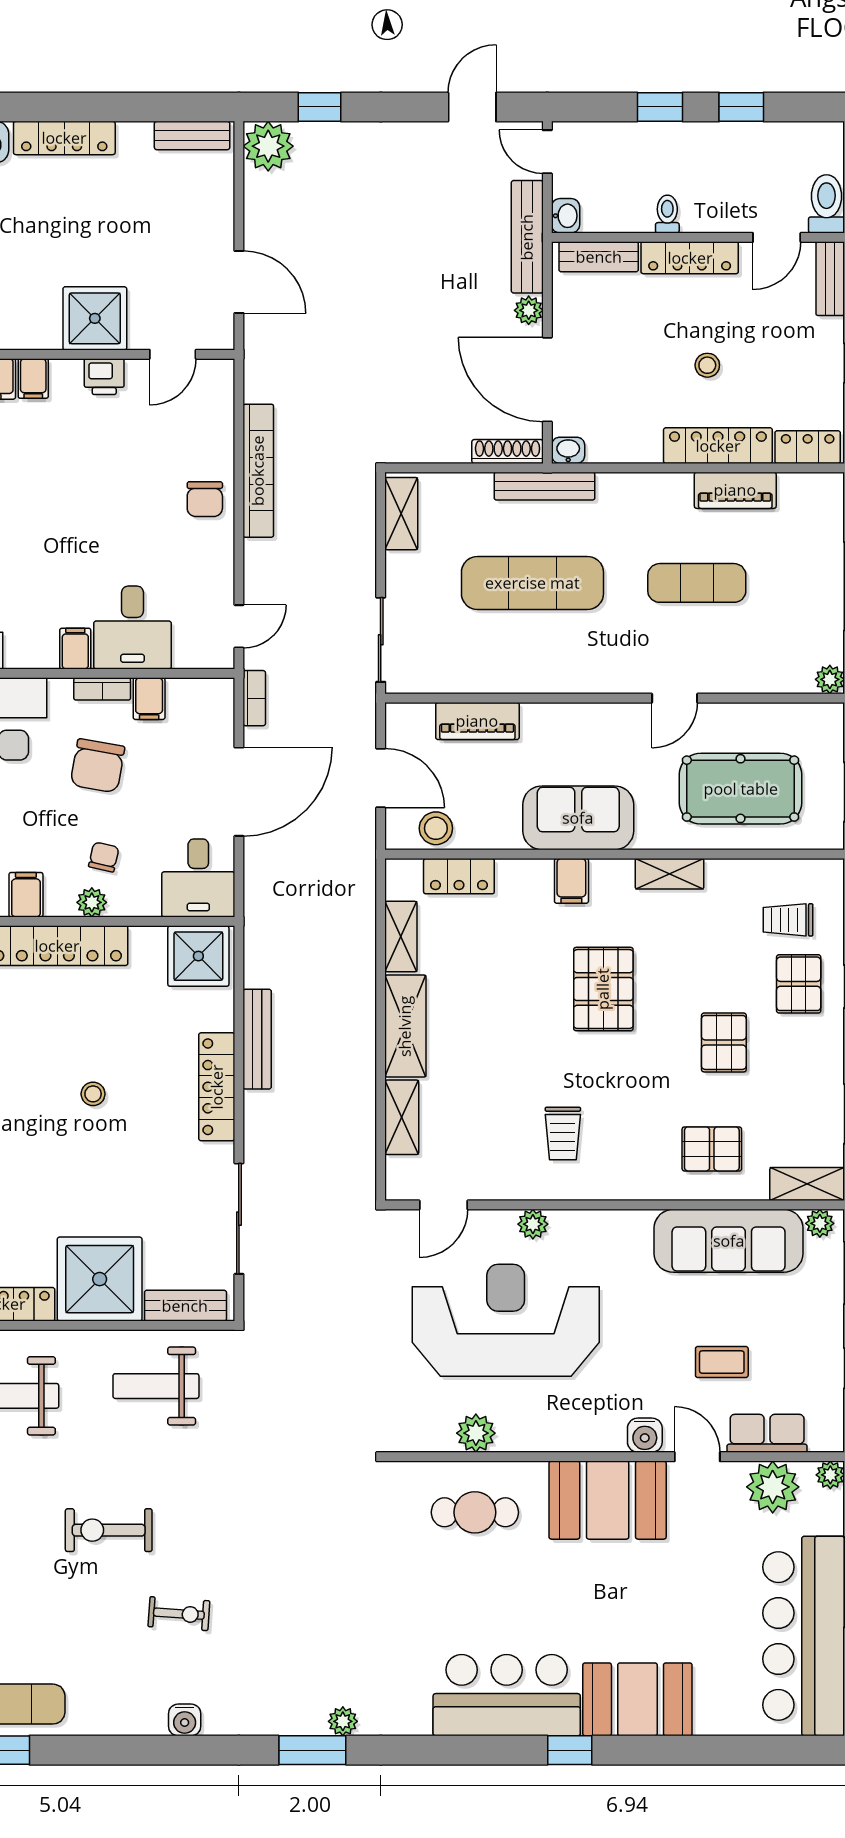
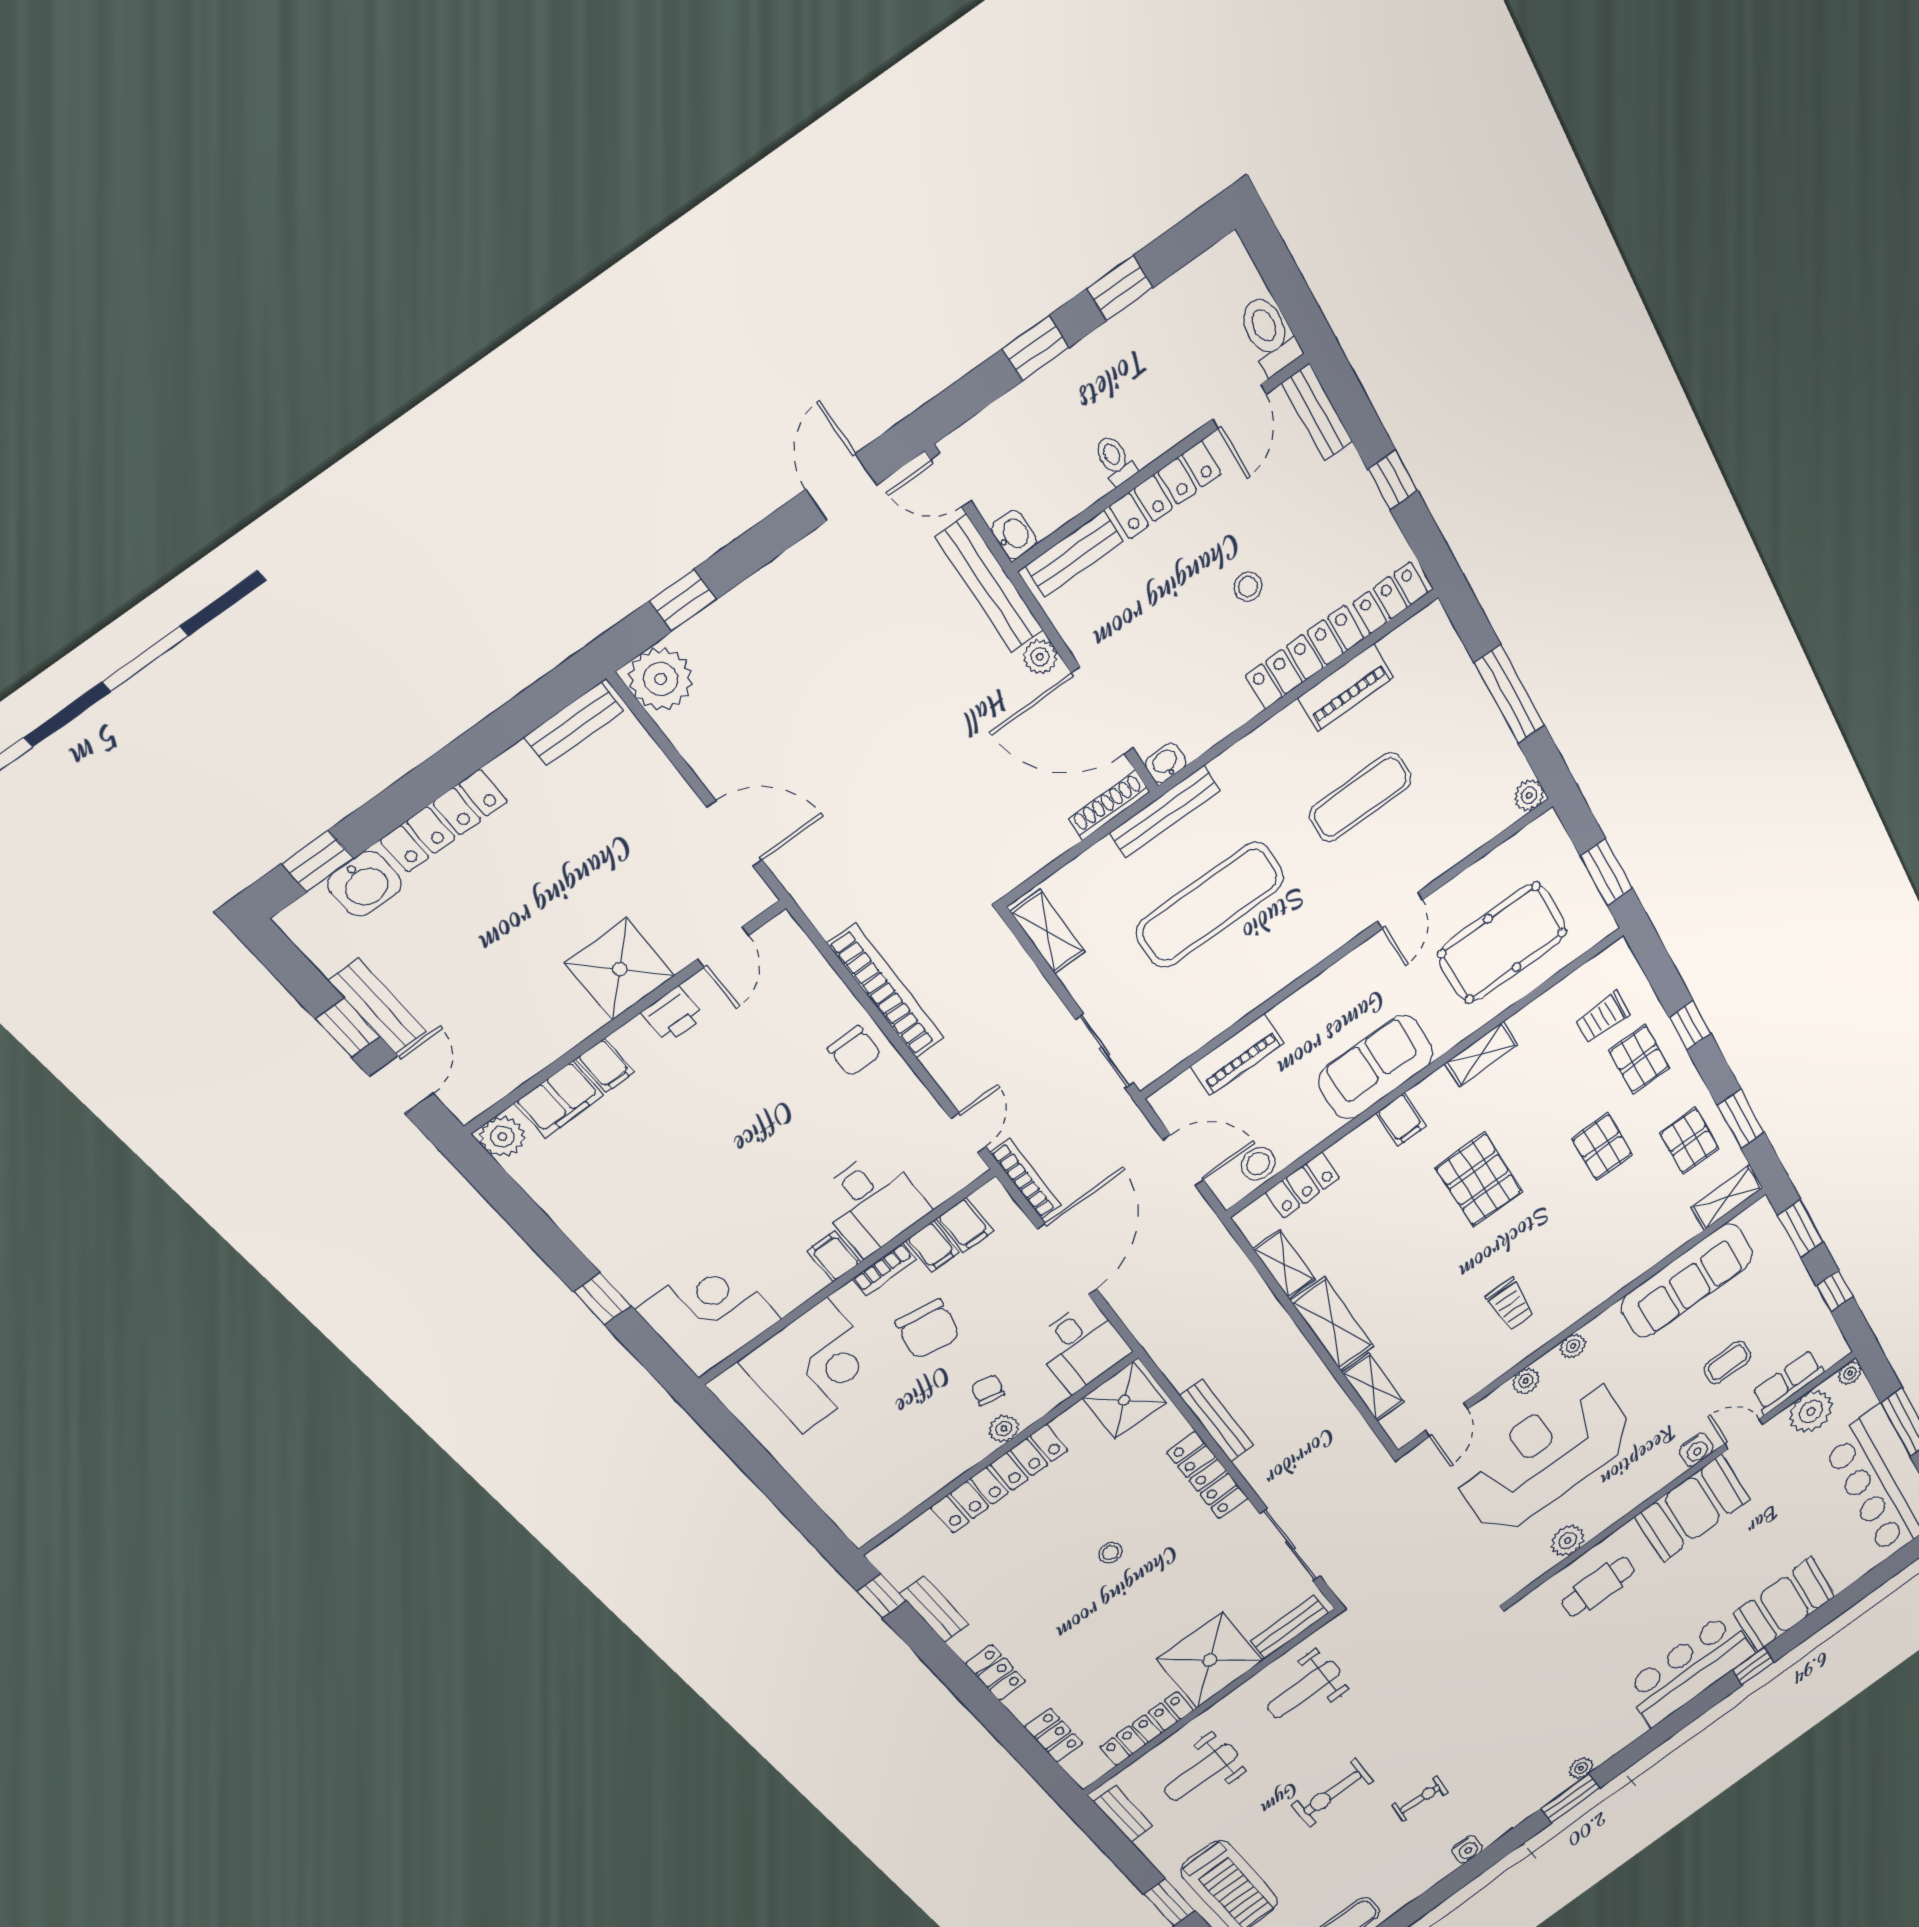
bookcase: (254, 698) -> (1026, 1179), width x1.56
filing cabinet: (26, 895) -> (965, 1225), moved, turned 180
pallet: (712, 1149) -> (1689, 1141), moved, turned 90
plant: (820, 1223) -> (1573, 1346), moved

